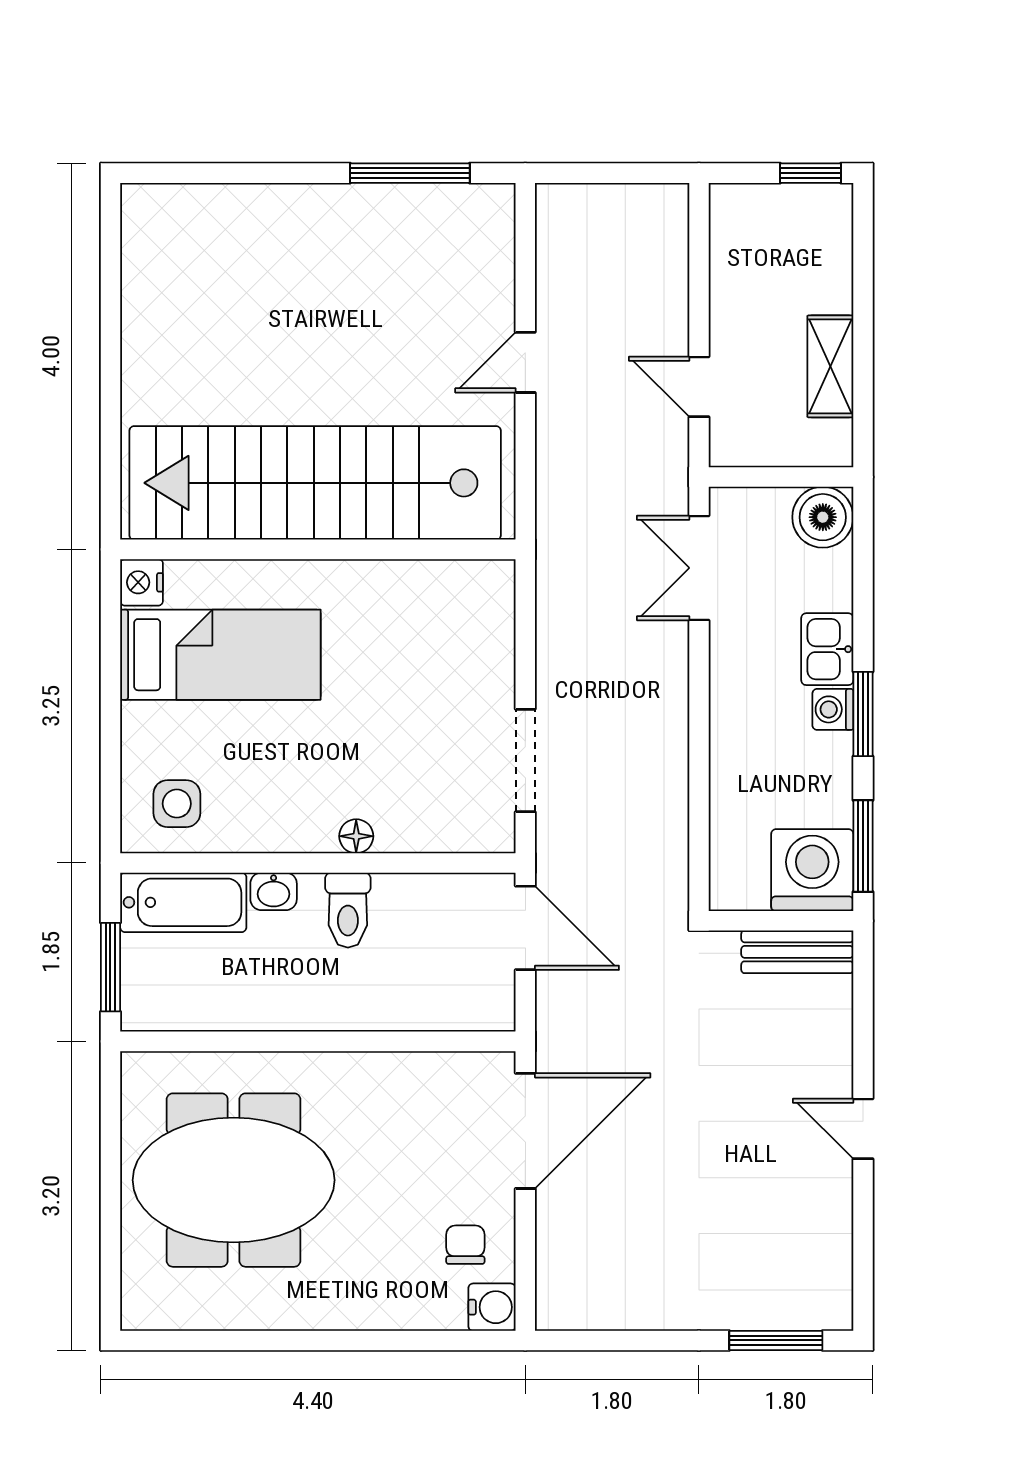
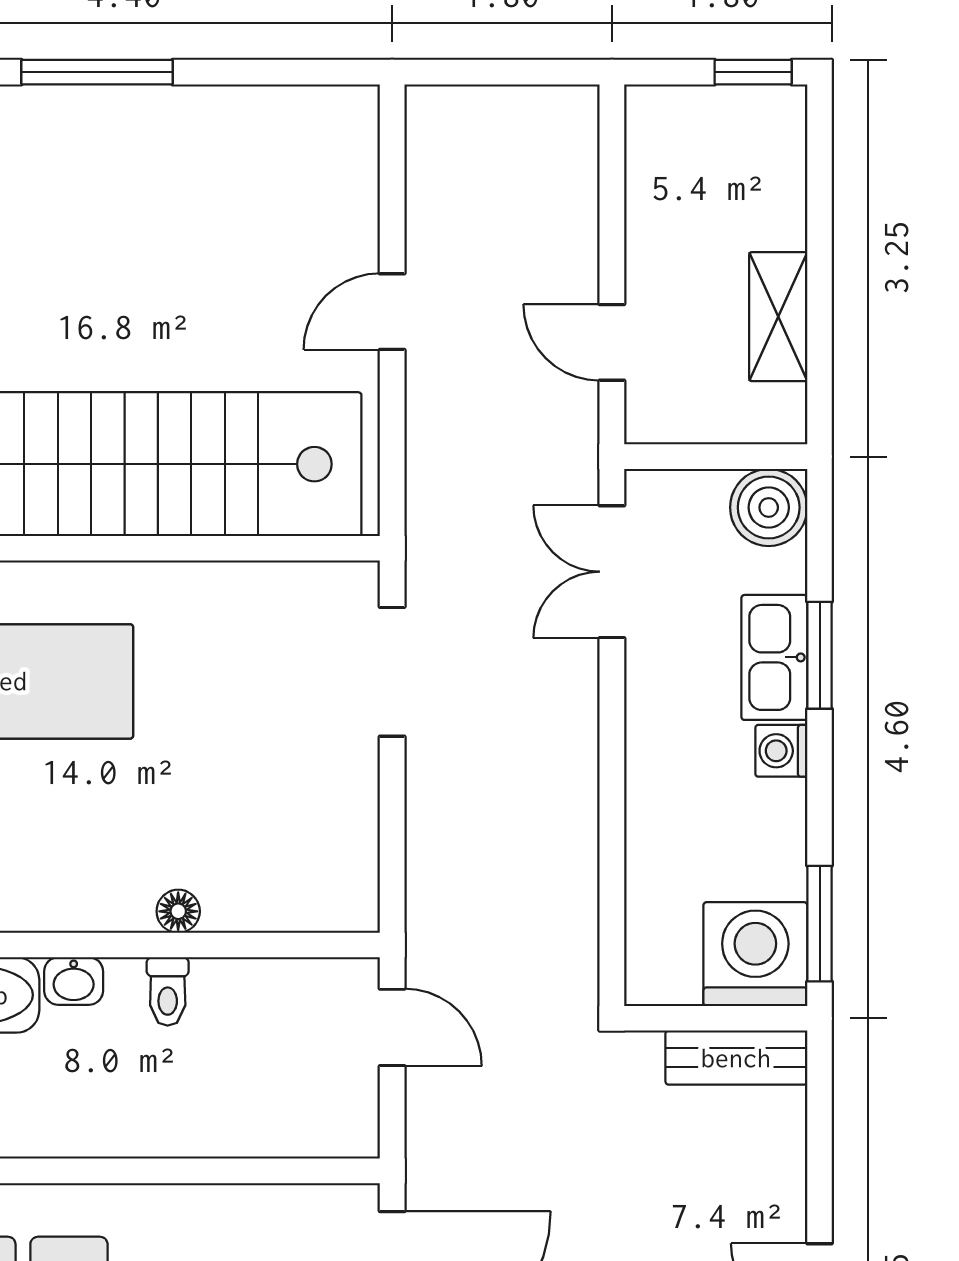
window: (410, 173) -> (97, 72), moved
kitchen sink: (827, 649) -> (774, 657), width x1.38
window: (863, 714) -> (820, 655), moved
doorway: (525, 760) -> (392, 672), moved
toilet: (348, 910) -> (168, 991), width x0.73, depth x0.72
door: (525, 928) -> (392, 1027), width x0.73

